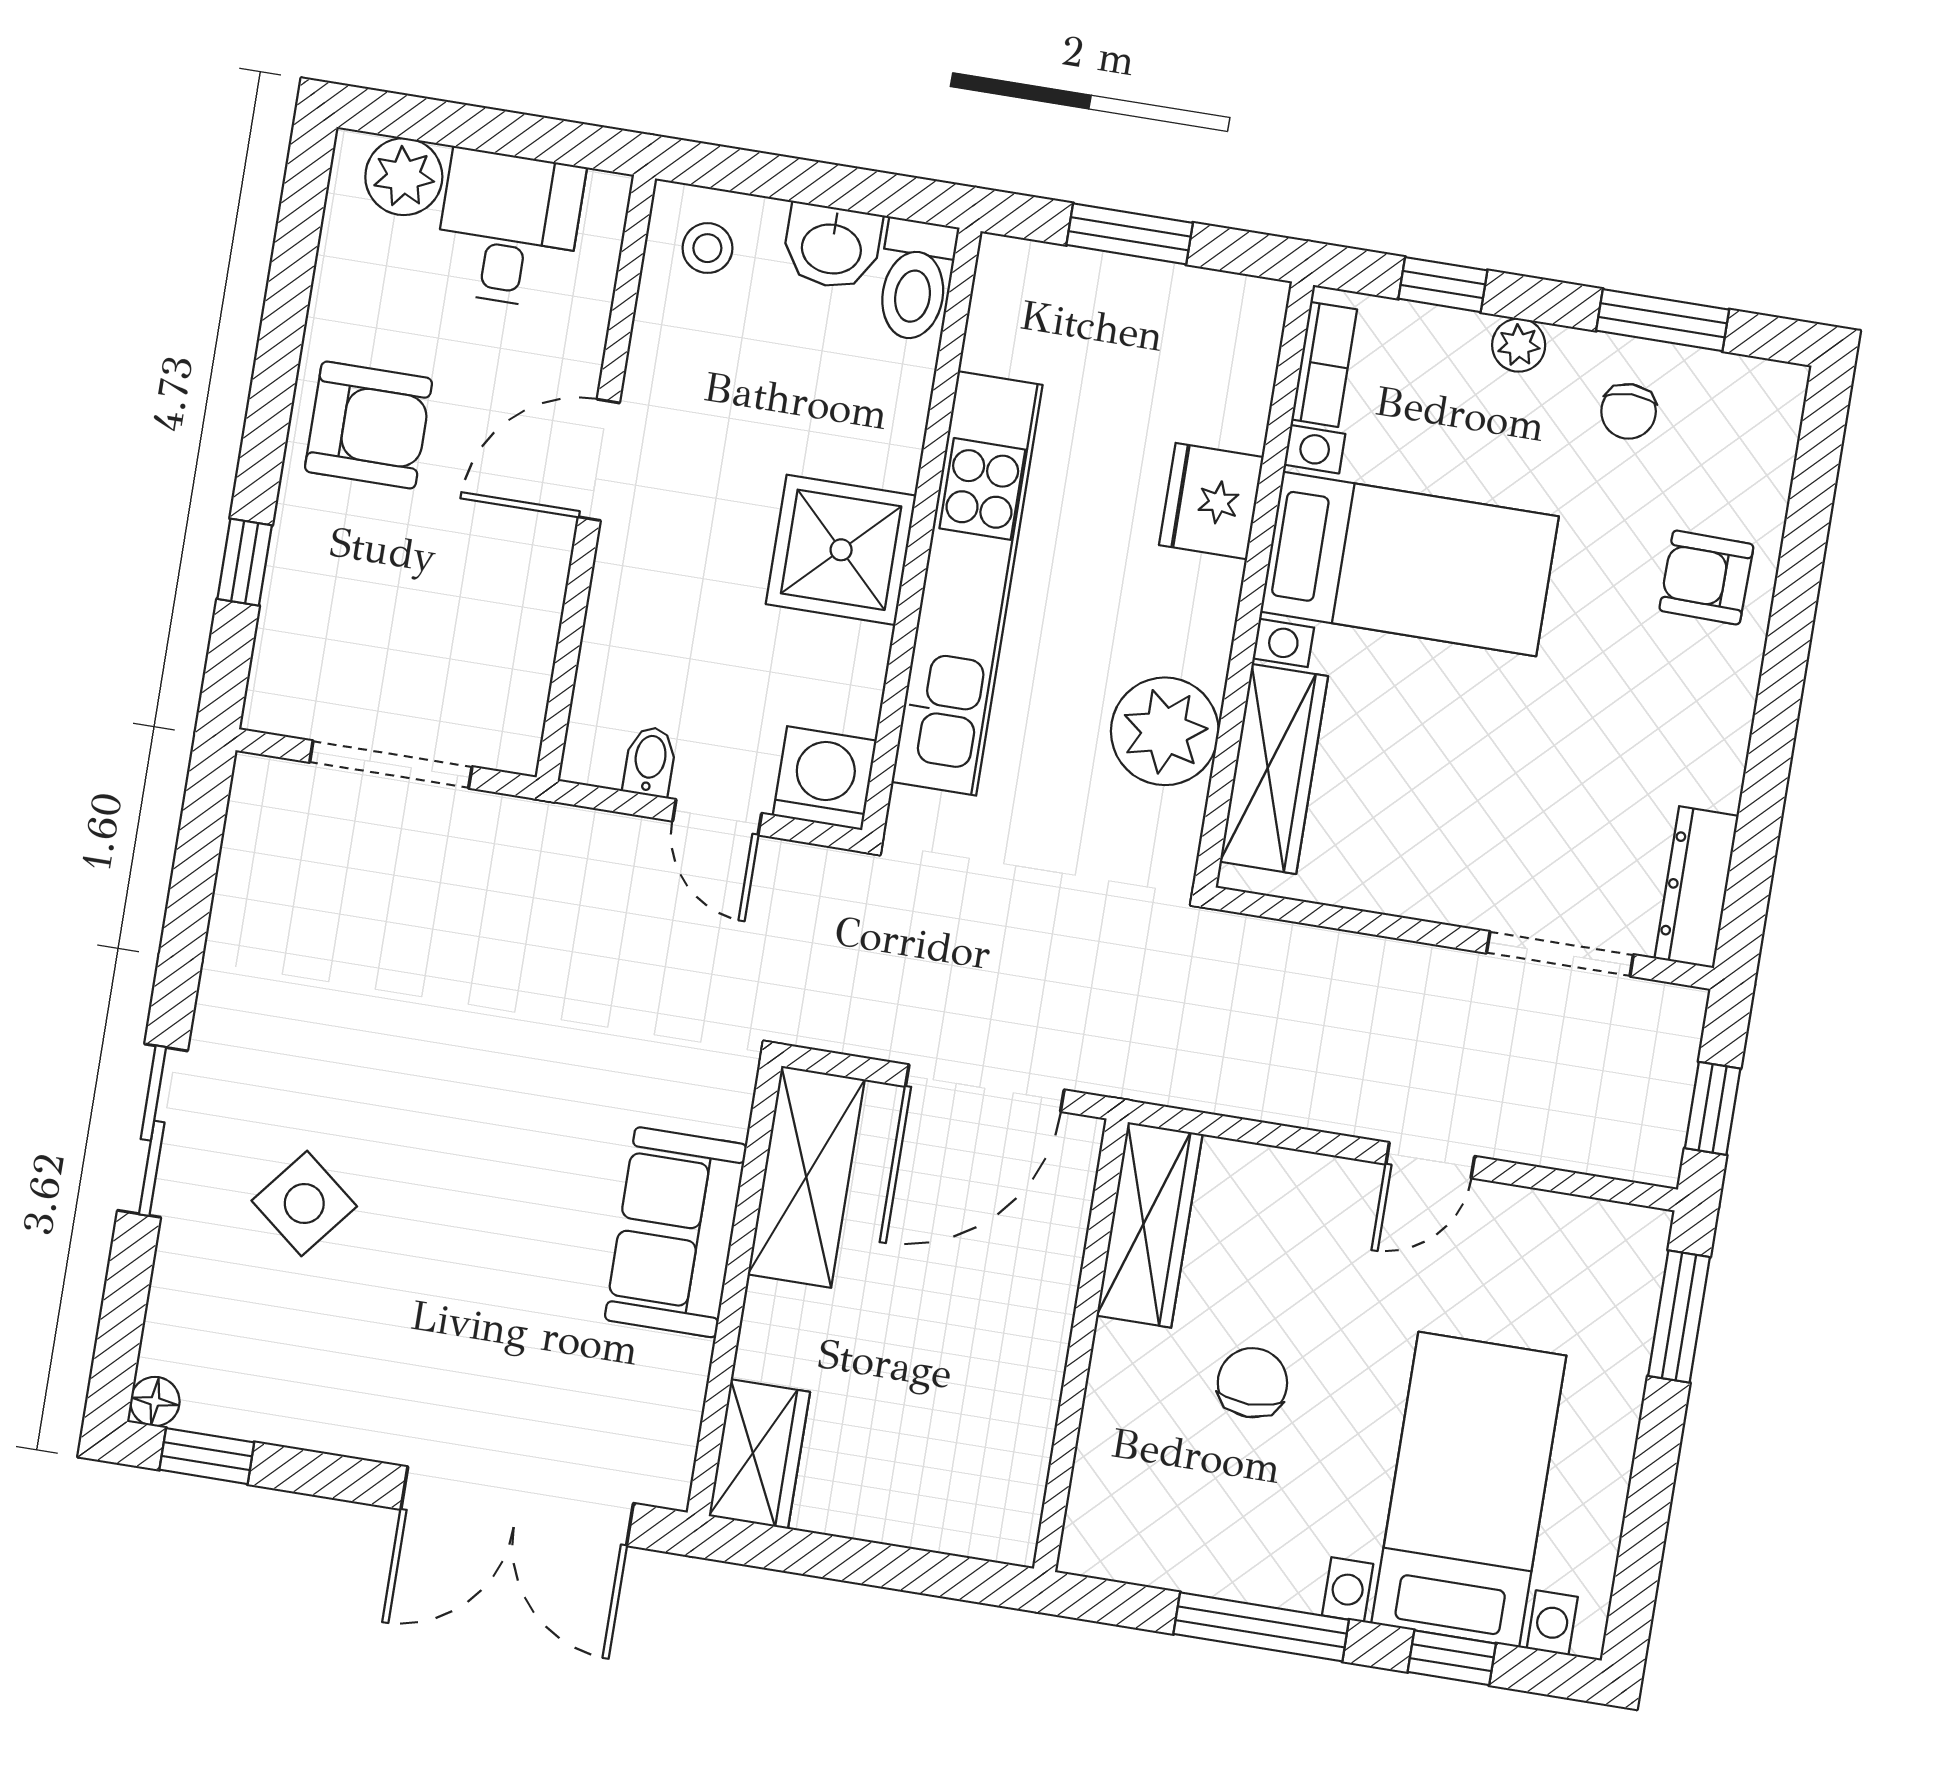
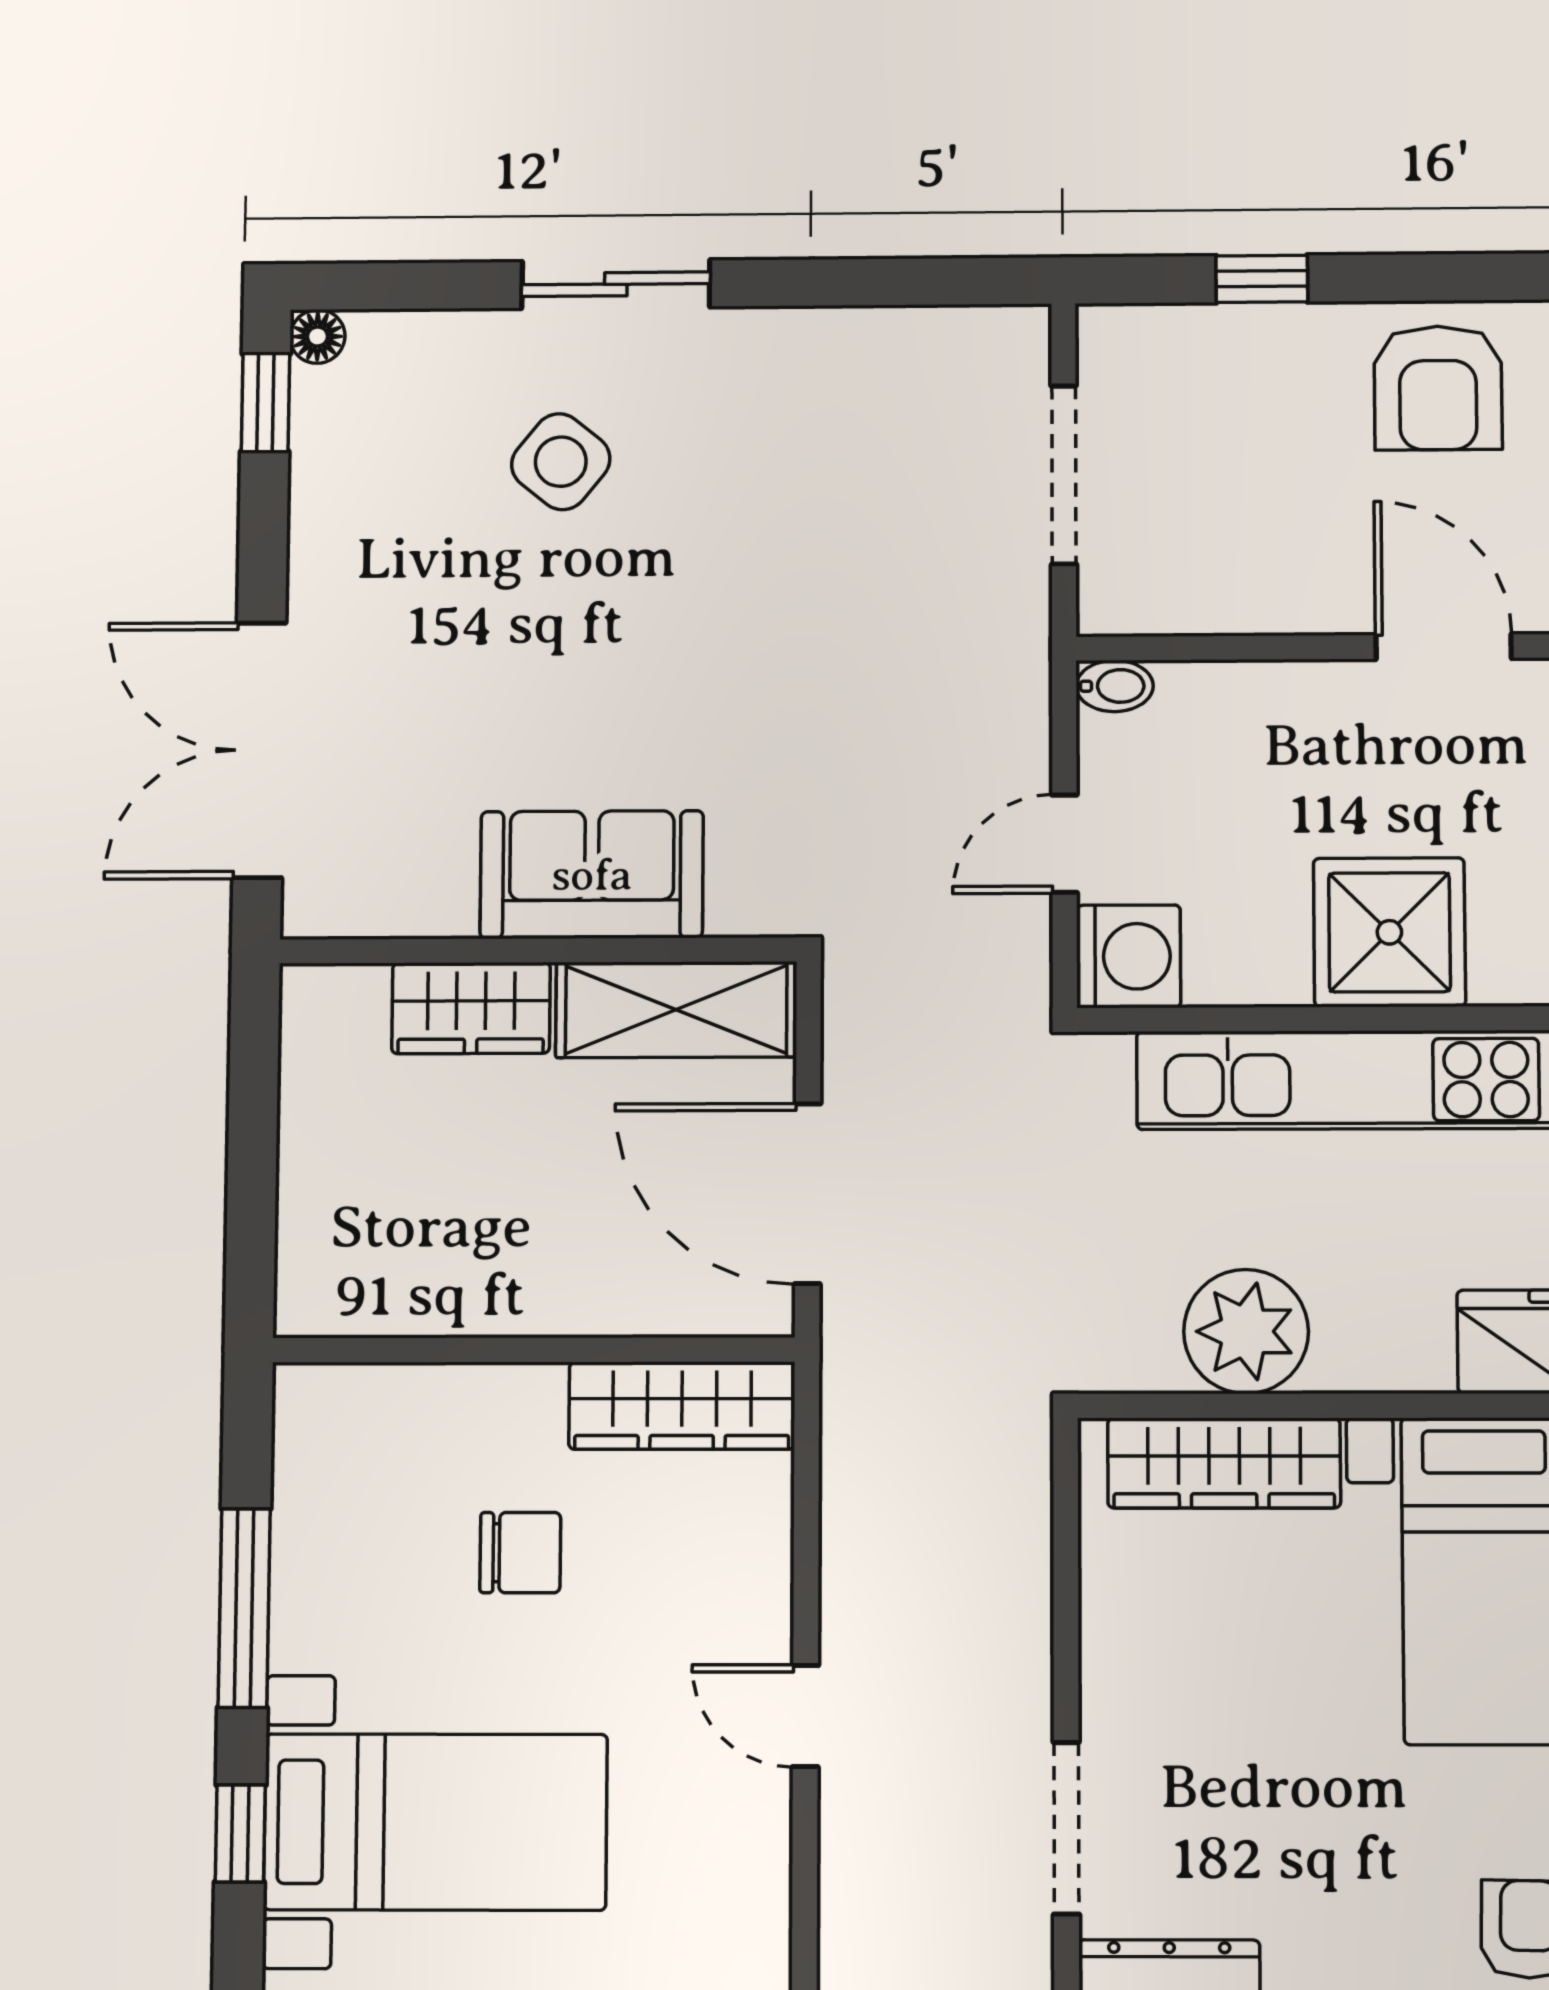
bidet: (650, 761) -> (1115, 686), moved
wardrobe: (759, 1454) -> (471, 1008), moved

